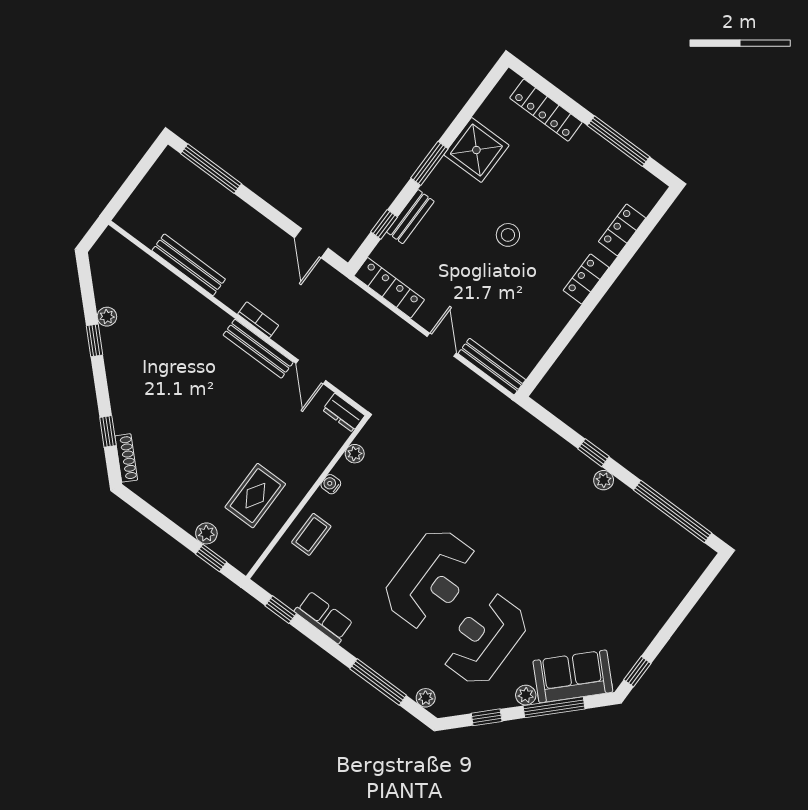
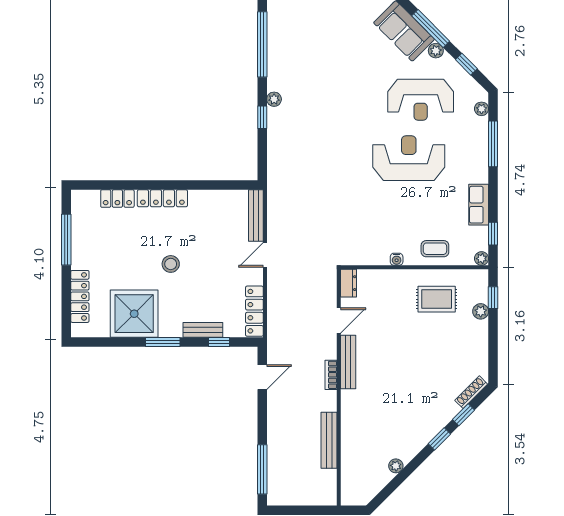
shower: (476, 150) -> (134, 314), width x1.37, depth x1.37
locker: (586, 279) -> (162, 198), width x1.53
window: (94, 340) -> (439, 439), moved
plant: (355, 454) -> (482, 259), moved

